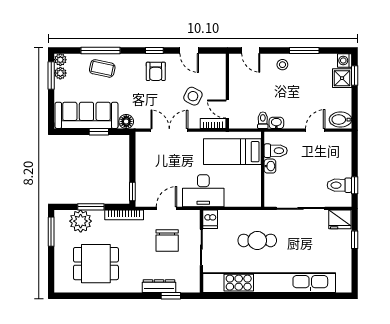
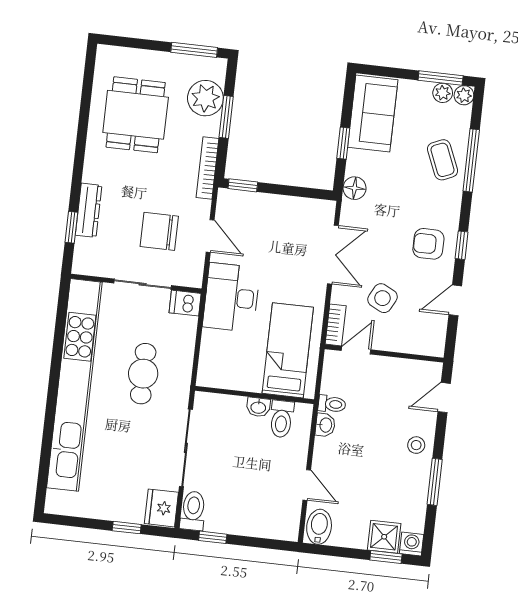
coffee table: (102, 68) -> (443, 160), turned -35
sofa: (86, 115) -> (373, 113), width x0.73
toilet: (339, 185) -> (193, 511), moved

